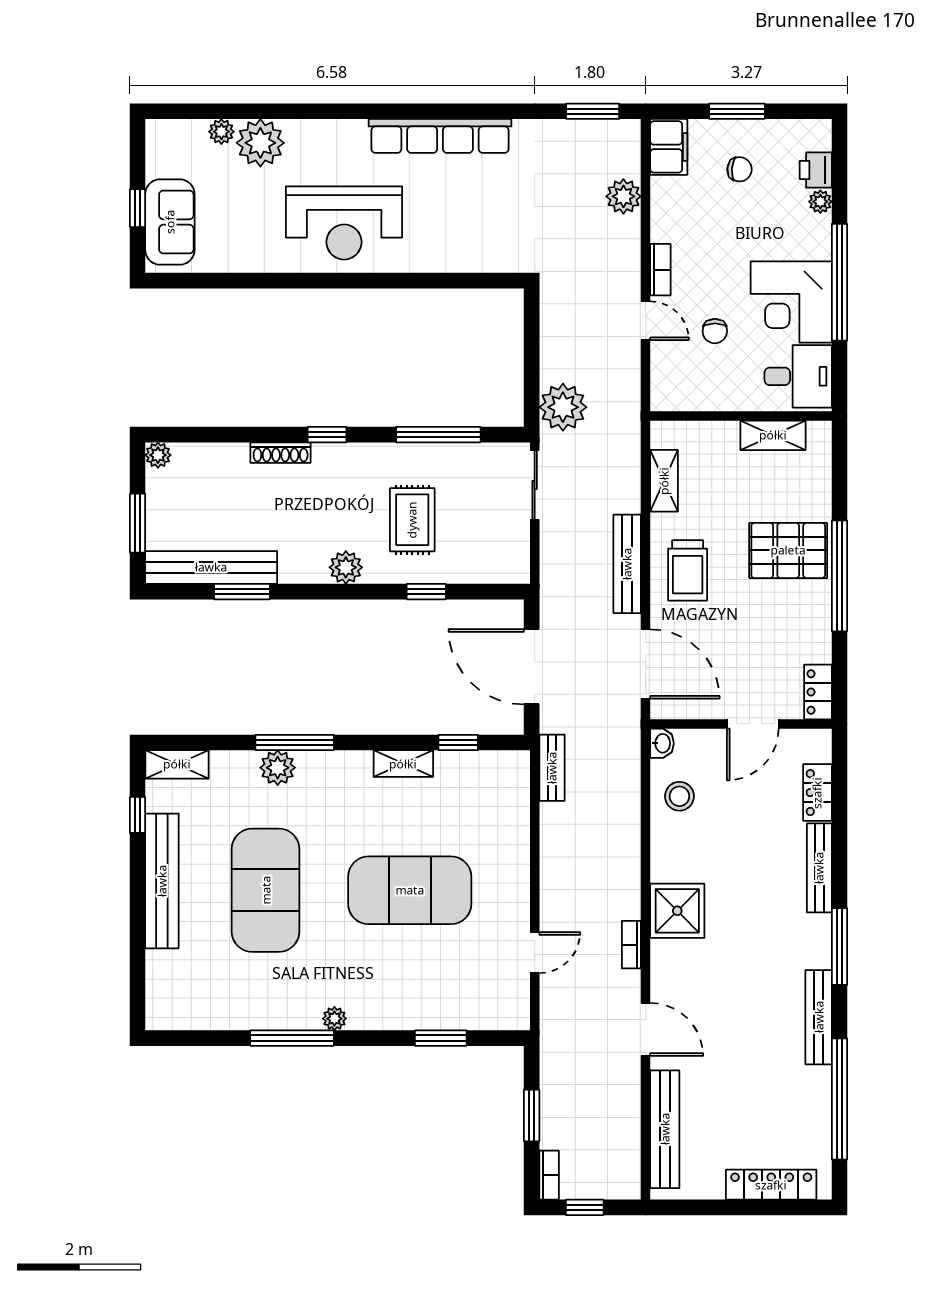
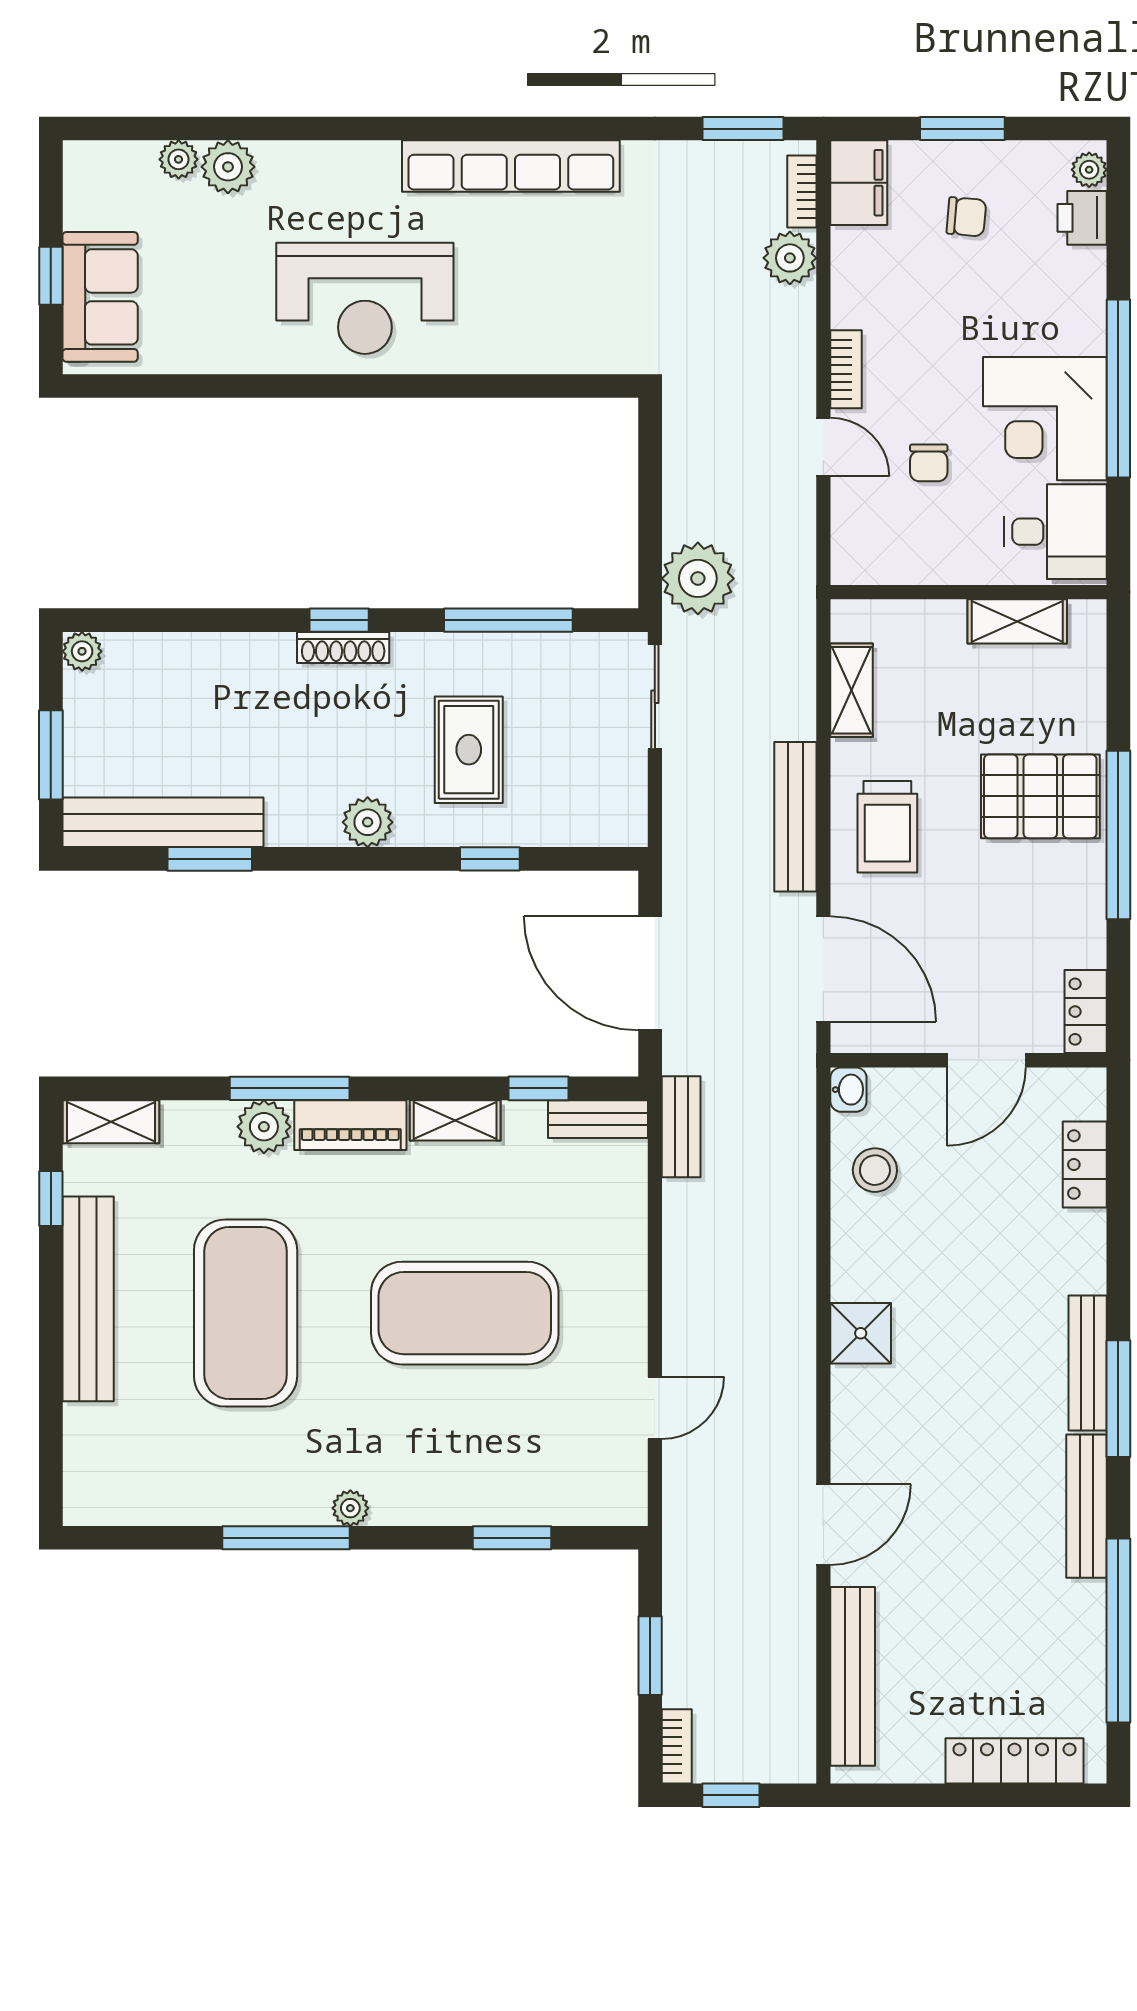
plant: (260, 143) -> (228, 167), width x0.73, depth x0.73
plant: (820, 202) -> (1089, 170), moved
shoe rack: (281, 453) -> (343, 647), moved
bench: (497, 763) -> (598, 1119), added
piano: (334, 767) -> (350, 1125), added
bench: (819, 868) -> (1088, 1363), moved
shower: (677, 911) -> (861, 1333), width x0.73, depth x0.73
bookcase: (631, 945) -> (802, 192), moved
door: (646, 1029) -> (823, 1525), hinge flipped

